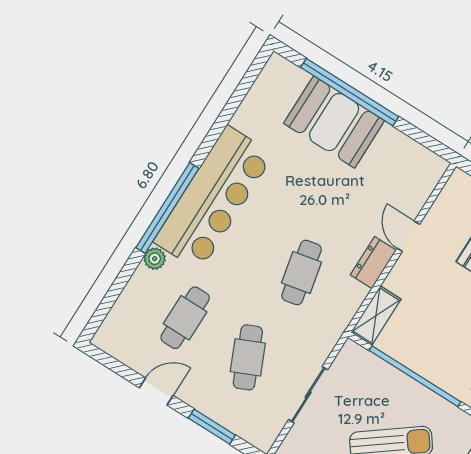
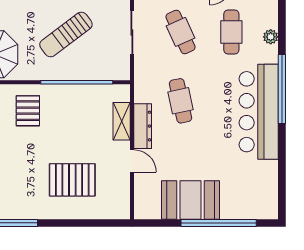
booth: (334, 122) -> (190, 200), moved
plant: (155, 259) -> (271, 37), moved
dresser: (373, 262) -> (143, 126), width x1.44
shelving: (376, 316) -> (122, 121), moved

